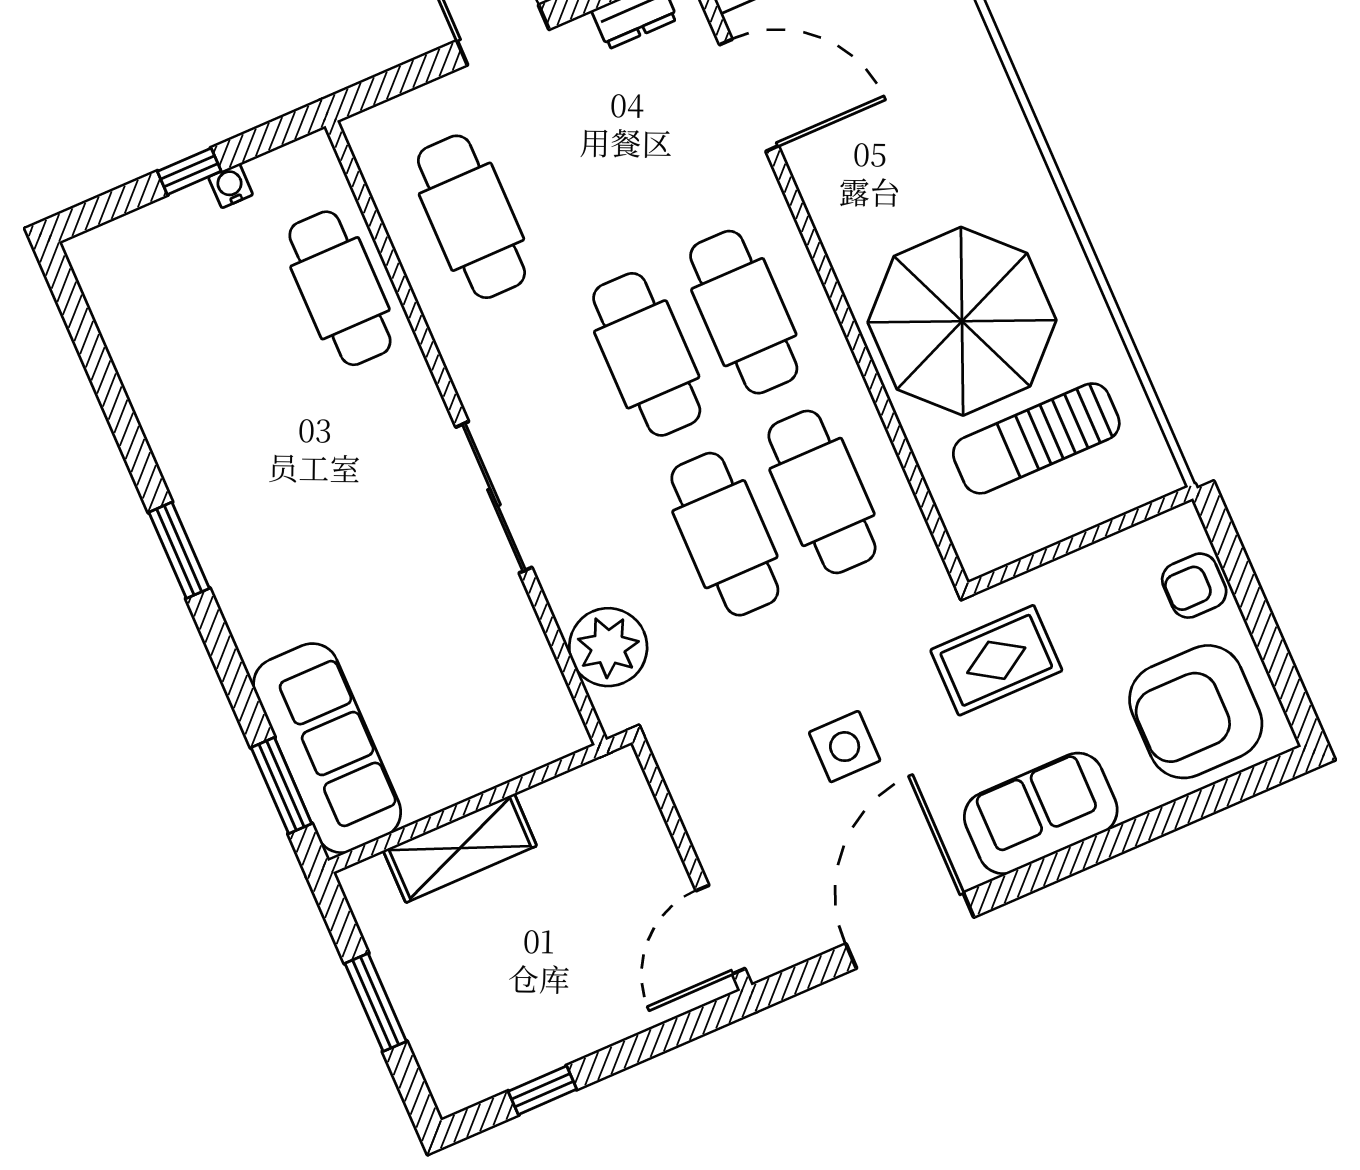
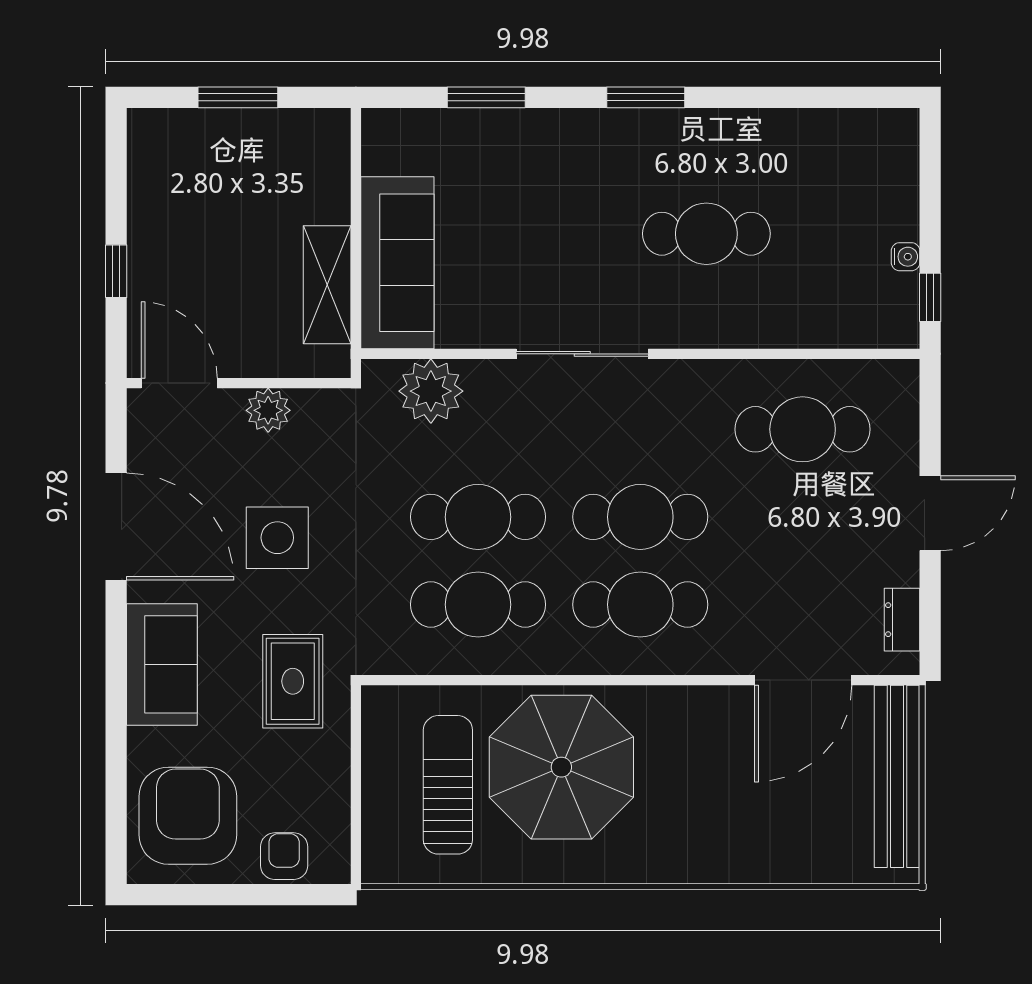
window: (189, 171) -> (930, 297), moved
cafe table: (340, 288) -> (706, 234), moved
side table: (845, 747) -> (277, 538), width x1.37, depth x1.37
sofa: (327, 748) -> (397, 263), moved, turned -90
window: (281, 786) -> (486, 97), moved
plant: (708, 818) -> (268, 410), added
shelving: (460, 848) -> (327, 285), moved
window: (542, 1090) -> (116, 271), moved

